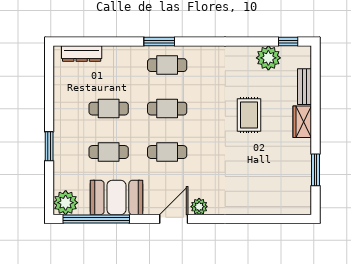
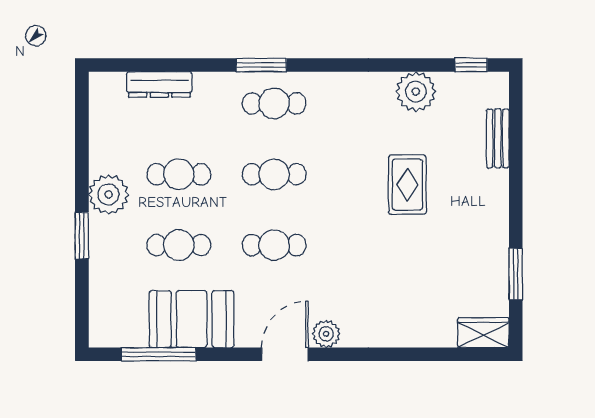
dresser: (82, 53) -> (159, 84), moved
plant: (268, 58) -> (416, 92), moved
wardrobe: (302, 122) -> (483, 333), moved, turned 90
plant: (66, 203) -> (109, 195), moved
window: (96, 219) -> (159, 354), width x0.68

